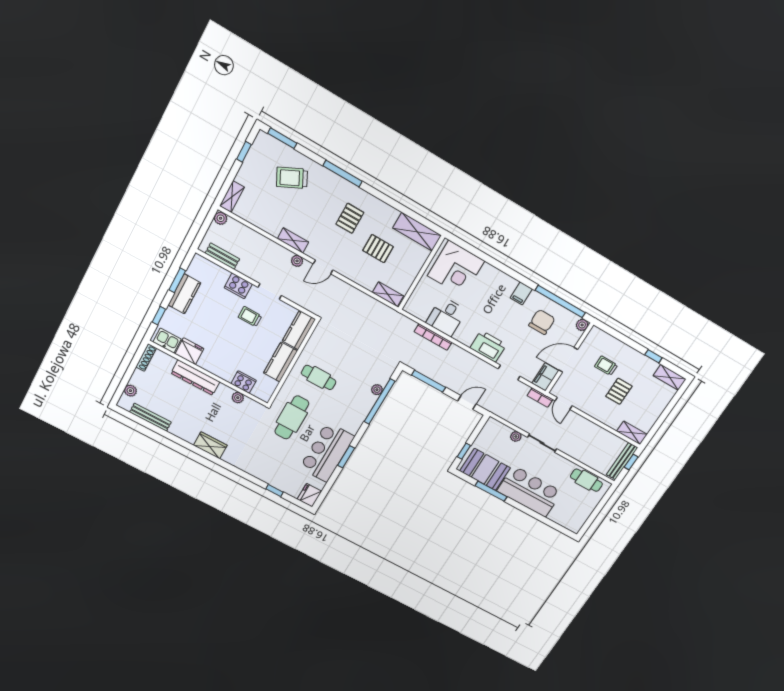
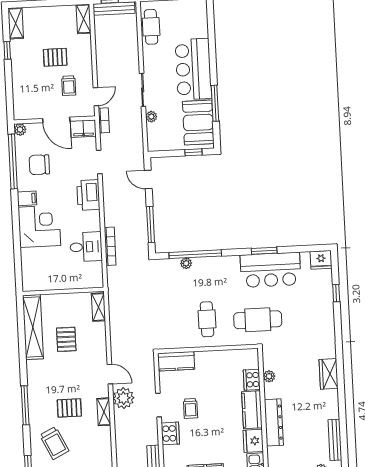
pallet: (350, 218) -> (69, 408), moved
shelving: (417, 232) -> (33, 327), width x1.47
plant: (297, 261) -> (124, 398), width x1.88, depth x1.88
corner desk: (456, 268) -> (39, 226), moved
kitchen counter: (280, 362) -> (252, 410), moved, turned 90
trolley: (606, 366) -> (69, 86), moved

